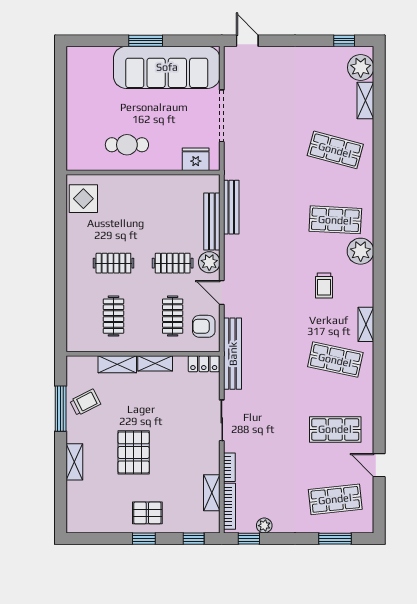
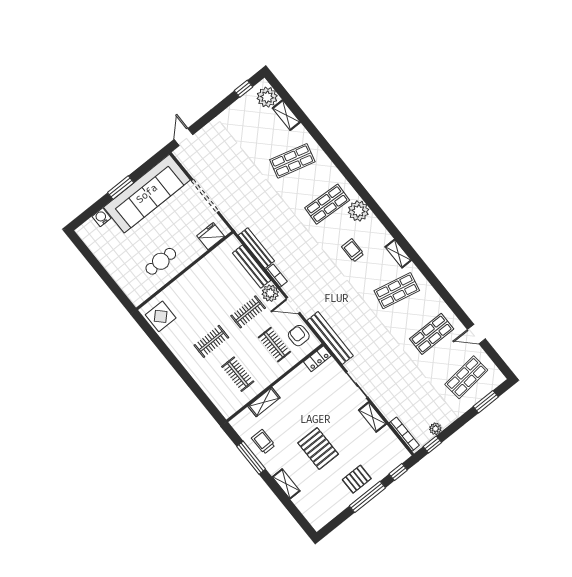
door: (247, 41) -> (184, 137), hinge flipped
water cooler: (103, 55) -> (101, 217), added
trolley: (324, 285) -> (353, 250), turned 180
armchair: (204, 326) -> (299, 336), turned 90
shelving: (155, 363) -> (287, 383), removed
trolley: (85, 402) -> (263, 442), turned -63
bookcase: (229, 467) -> (277, 276), moved
shelving: (212, 493) -> (372, 417), moved
window: (144, 539) -> (367, 497), width x2.17

